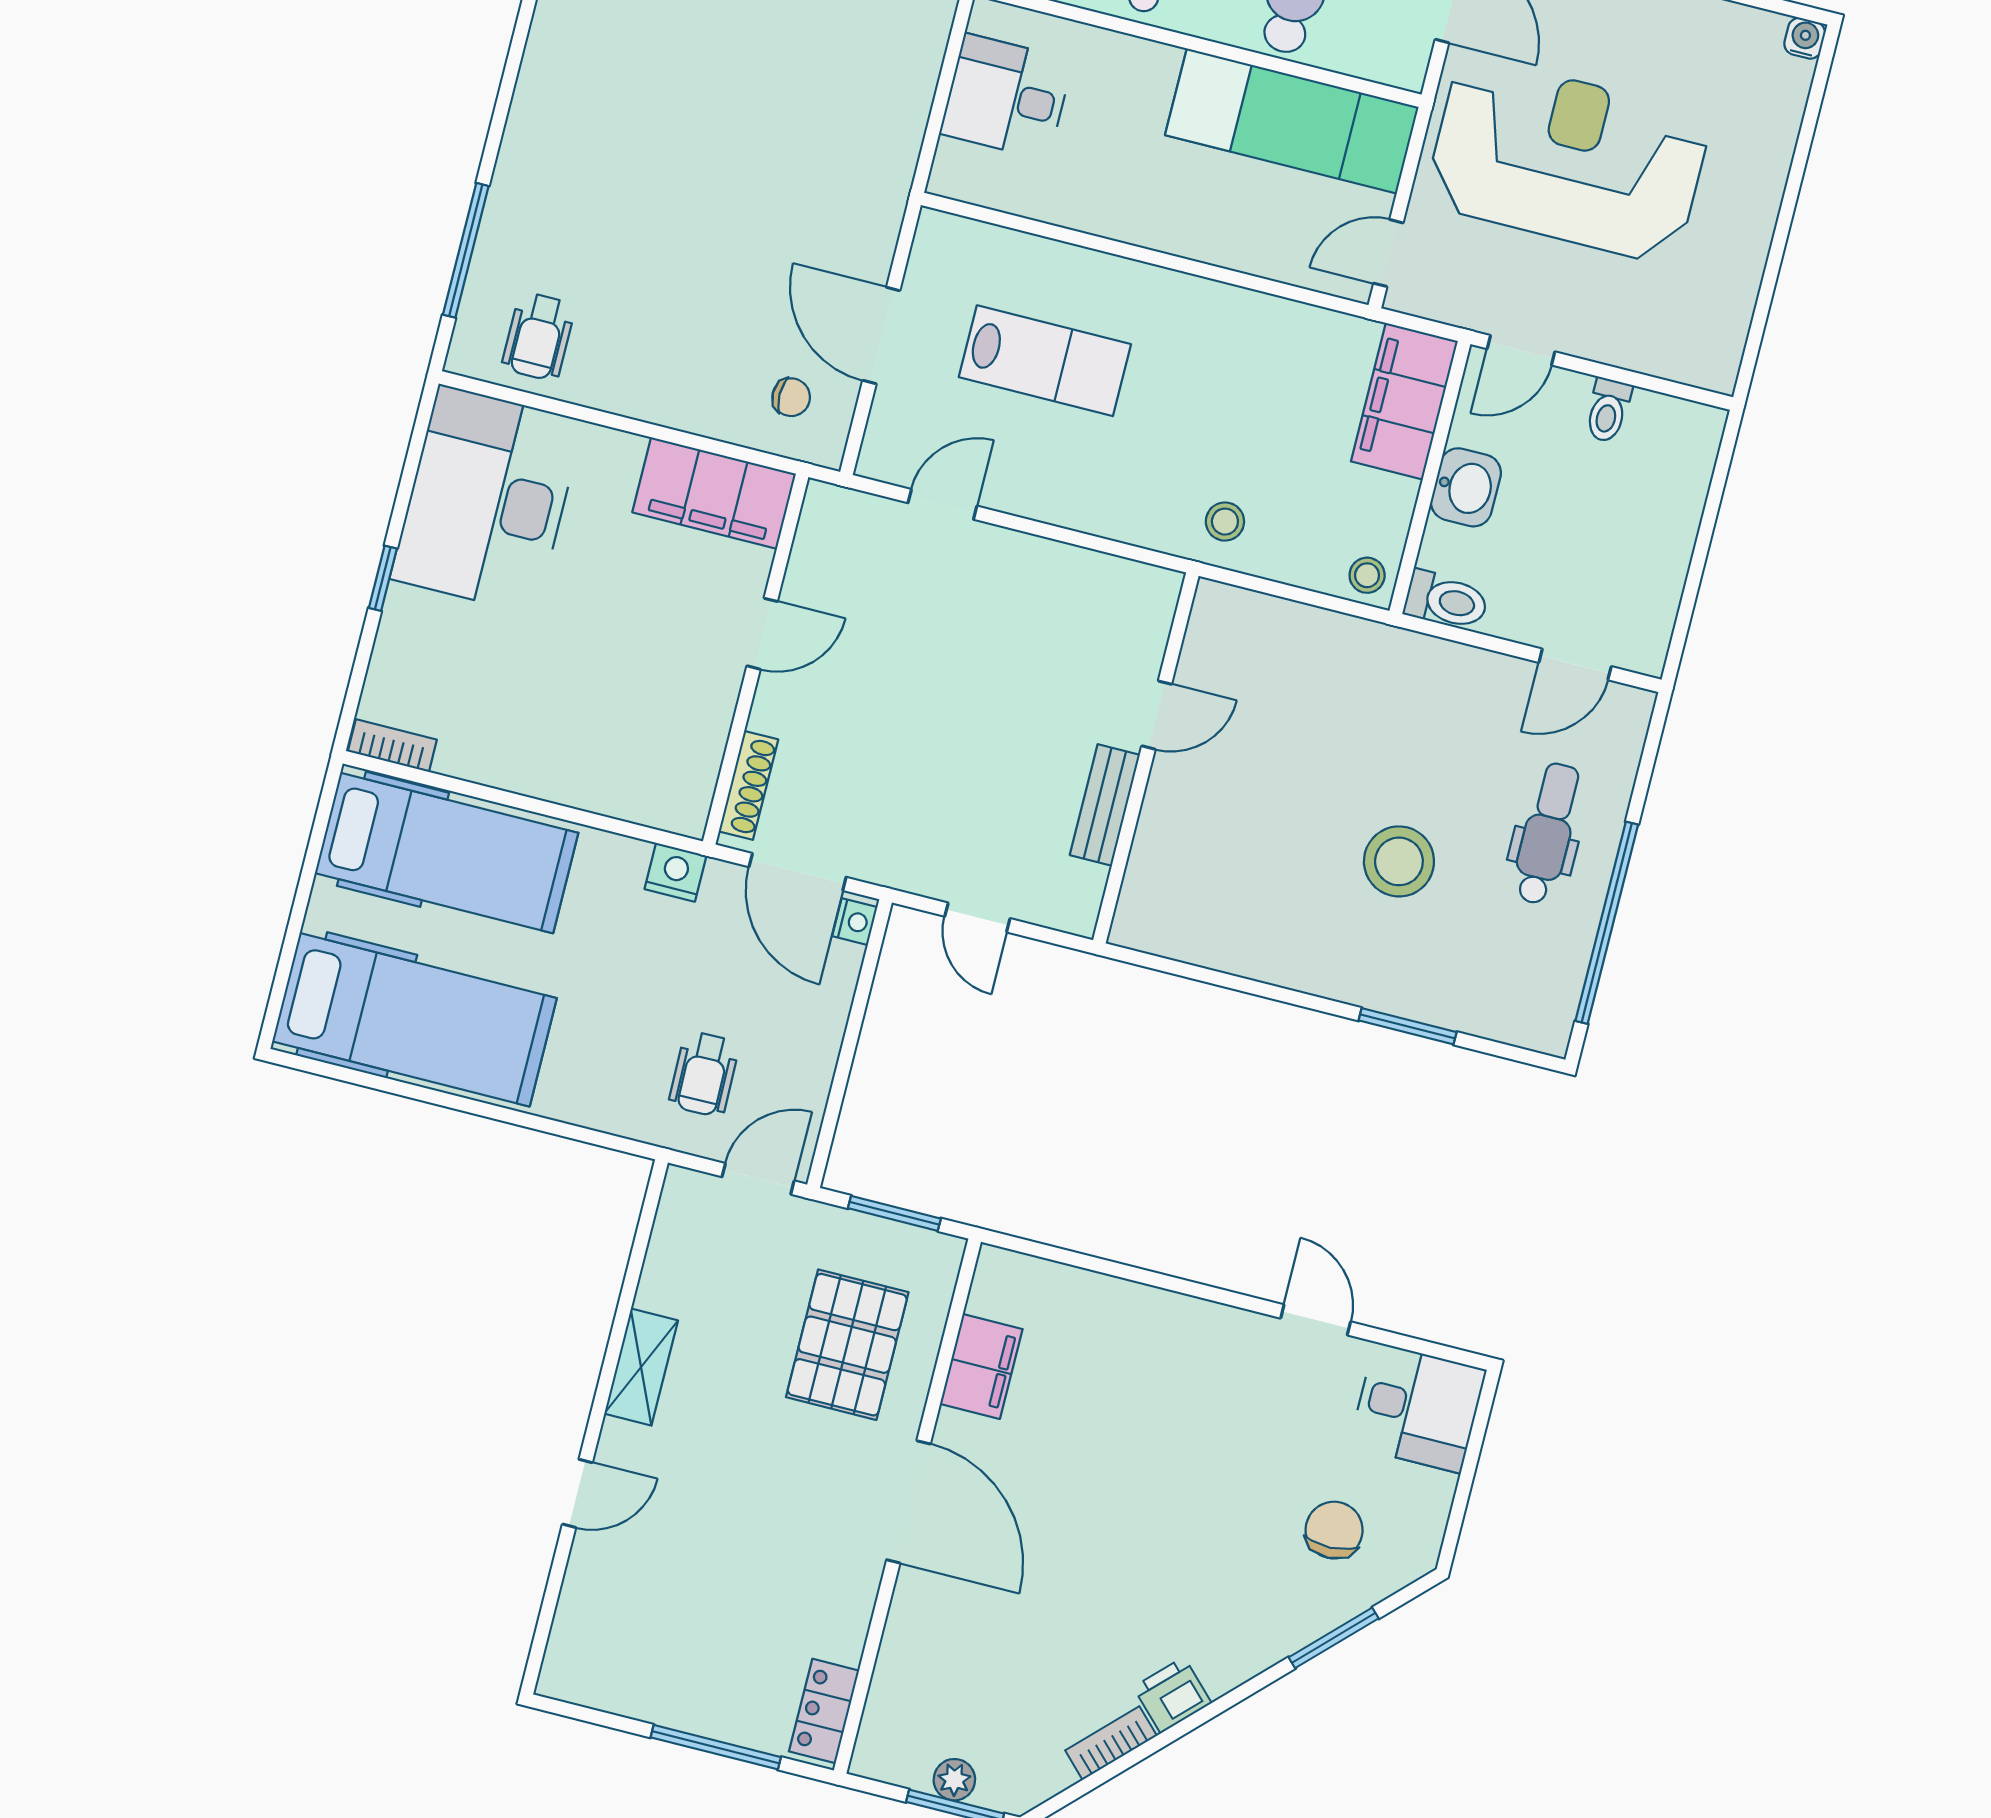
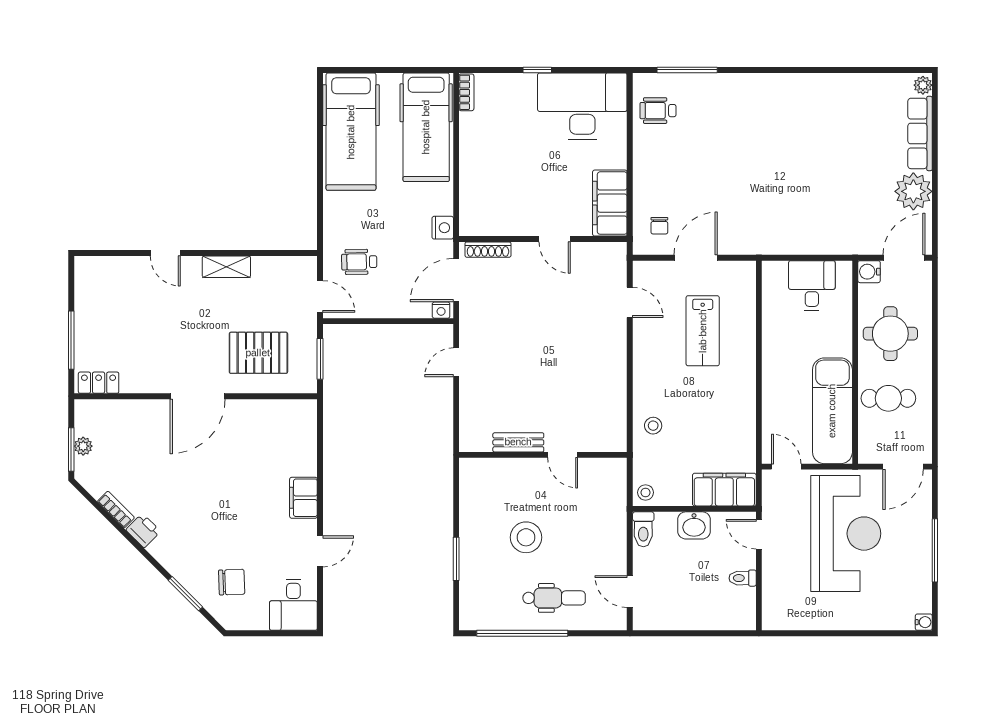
door: (1157, 715) -> (563, 455), moved
wall: (1146, 758) -> (543, 455), moved
bench: (1105, 805) -> (518, 442), moved
filing cabinet: (981, 1366) -> (303, 498), moved, turned 90

